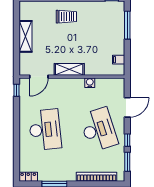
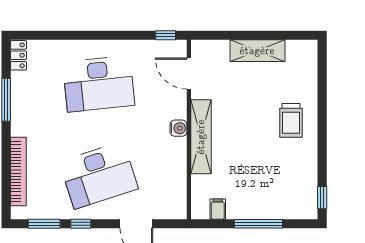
window: (127, 25) -> (258, 224), moved
shelving: (69, 69) -> (201, 137), width x1.47
water cooler: (90, 83) -> (178, 128), moved

